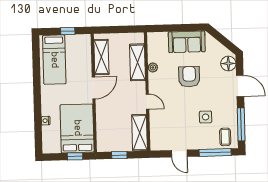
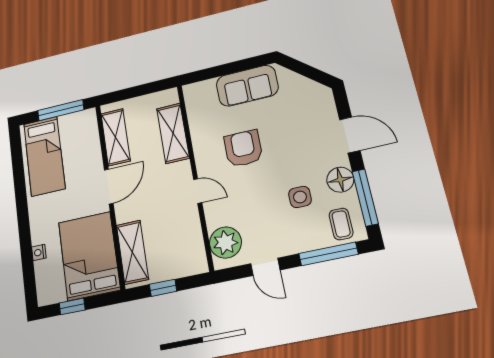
window: (68, 31) -> (61, 110), width x2.17
floor lamp: (228, 64) -> (340, 180), moved
plant: (153, 67) -> (225, 243), moved, width x1.88, depth x1.88
armchair: (189, 77) -> (243, 149), moved
shelving: (140, 133) -> (132, 252), moved
window: (75, 156) -> (72, 306), moved

